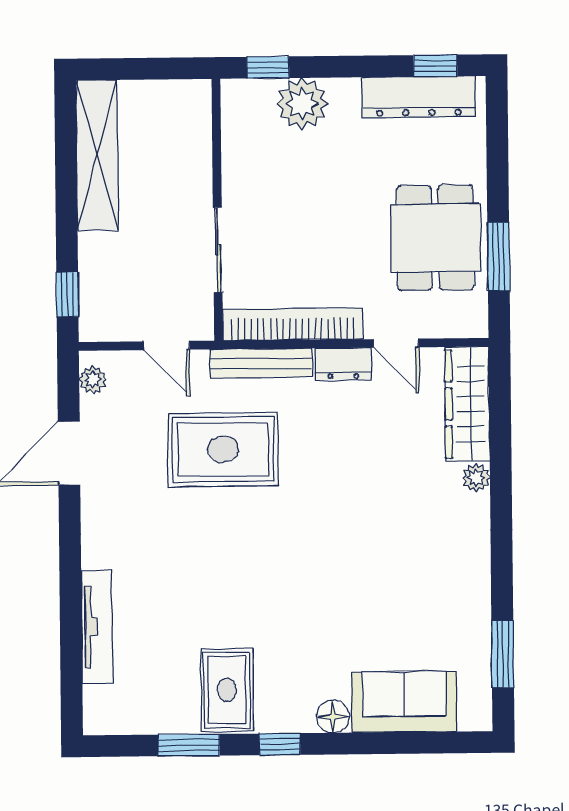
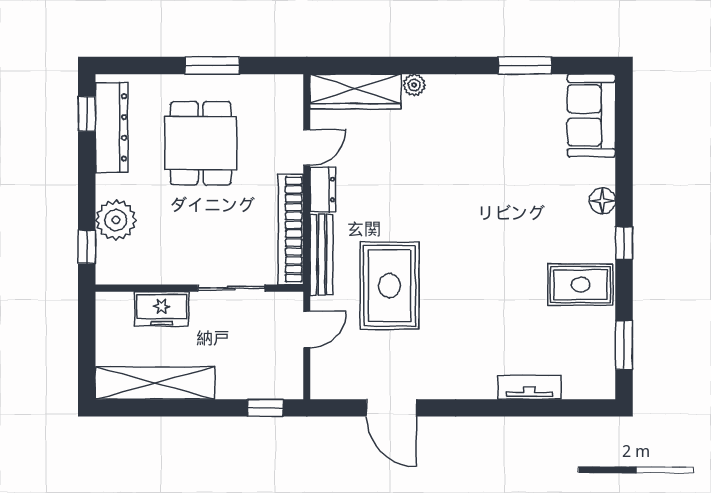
freezer: (191, 163) -> (162, 309), added
dining table: (435, 238) -> (201, 143), moved, turned 90
window: (498, 257) -> (212, 65), moved
plant: (93, 380) -> (333, 388), removed
tv unit: (97, 627) -> (529, 387), width x0.71
window: (503, 654) -> (525, 65), moved
sofa: (404, 702) -> (591, 115), moved
window: (189, 745) -> (624, 345), moved

